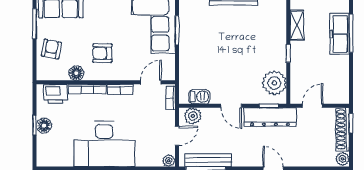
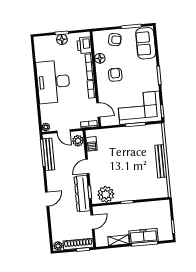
shelving: (297, 25) -> (119, 240), moved
door: (313, 106) -> (92, 222), hinge flipped

